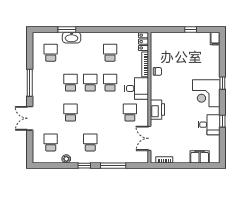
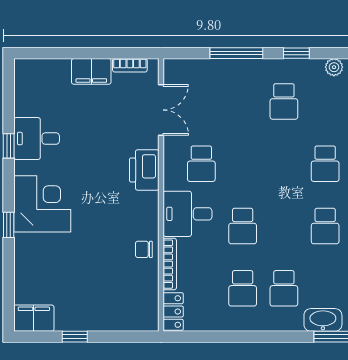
filing cabinet: (215, 38) -> (34, 318), width x2.00
school desk: (90, 83) -> (284, 288), moved
filing cabinet: (200, 157) -> (91, 71), moved

